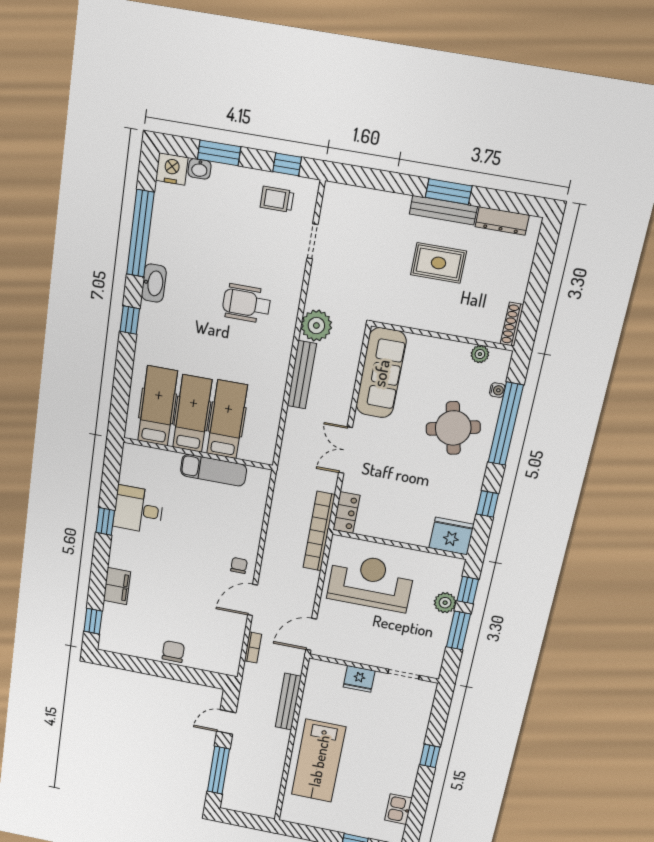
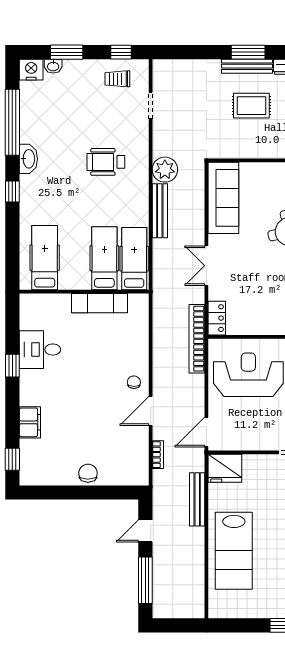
hospital bed: (192, 414) -> (134, 259), moved
fridge: (359, 679) -> (225, 468), moved, width x1.36, depth x1.34

